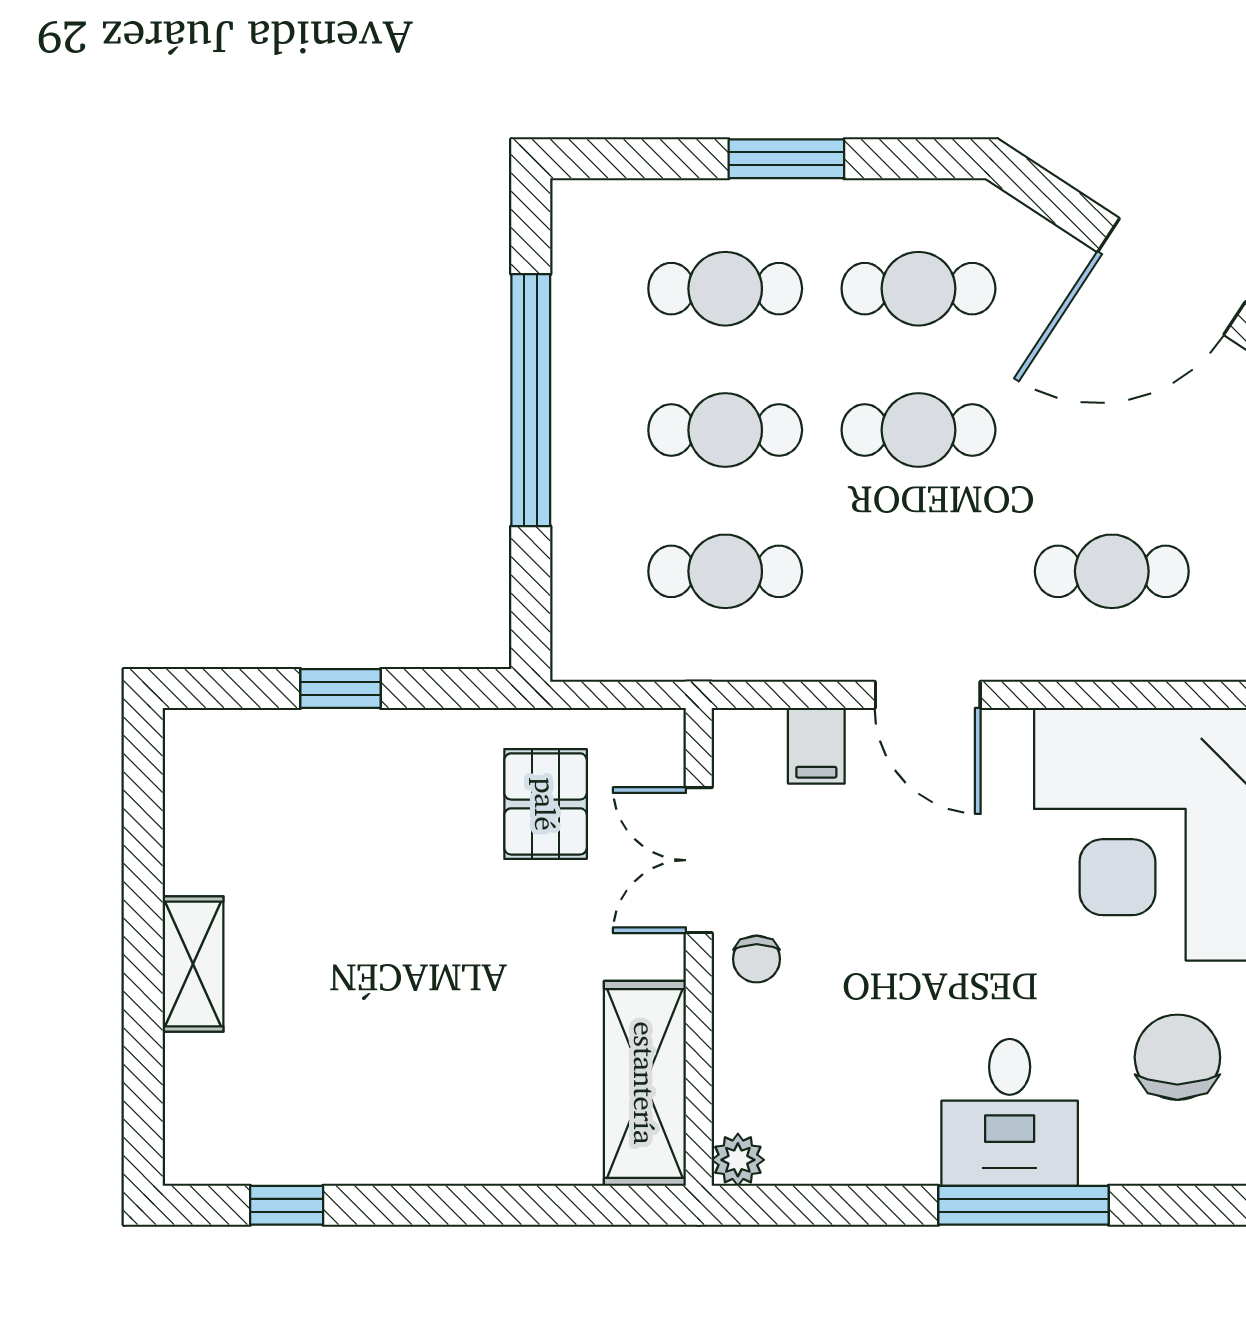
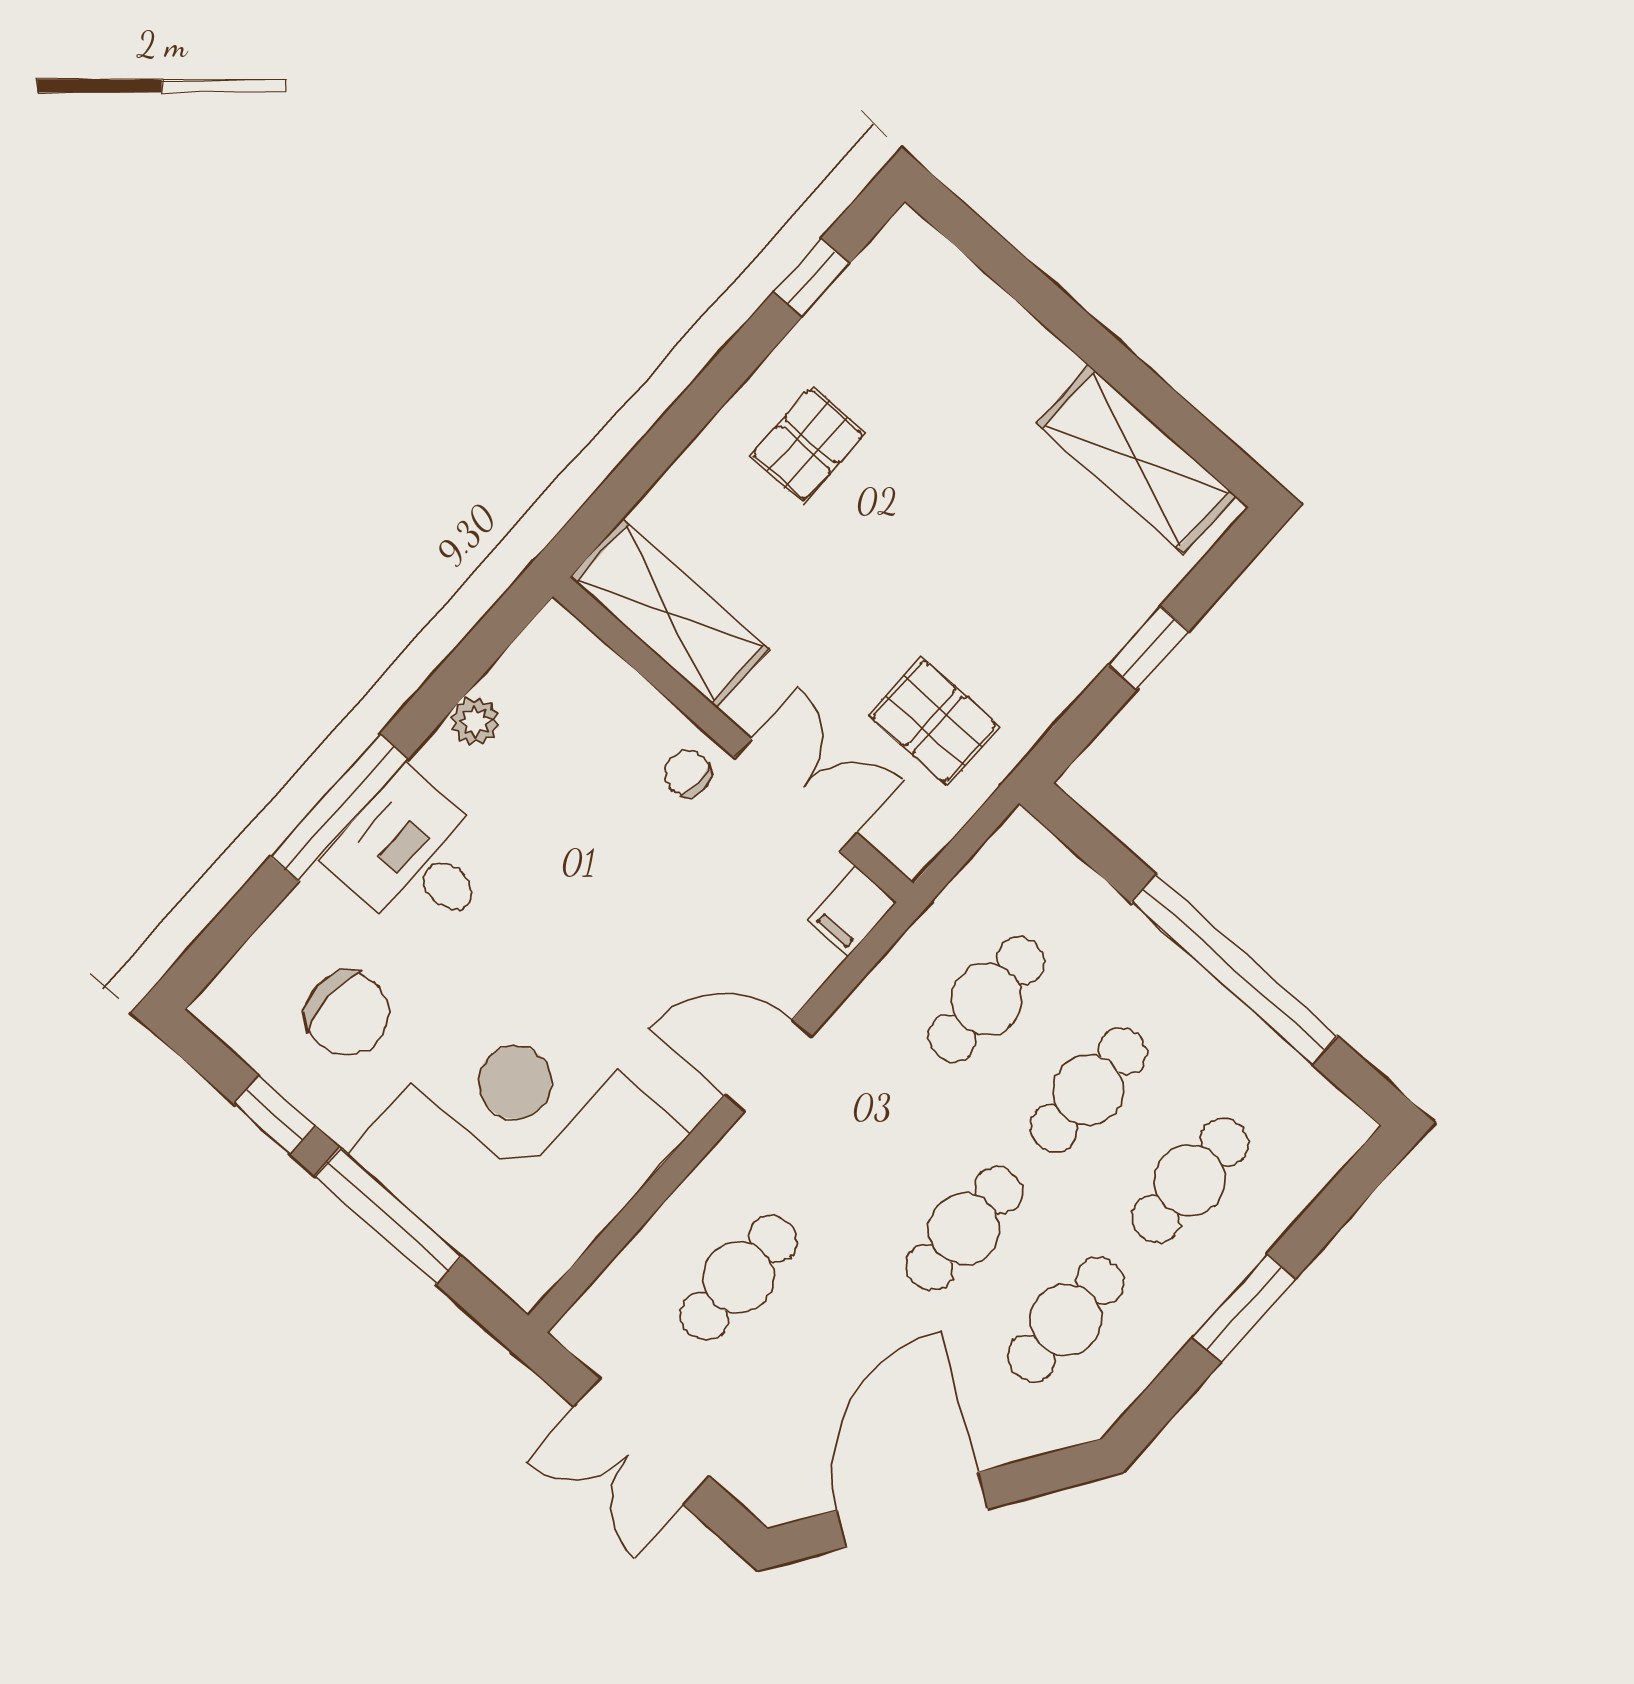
filing cabinet: (816, 746) -> (852, 911), moved, turned -90
shelving: (193, 964) -> (1136, 459), moved, width x1.50, depth x1.33
pallet: (418, 1093) -> (808, 444), added
plant: (738, 1160) -> (475, 721), moved

